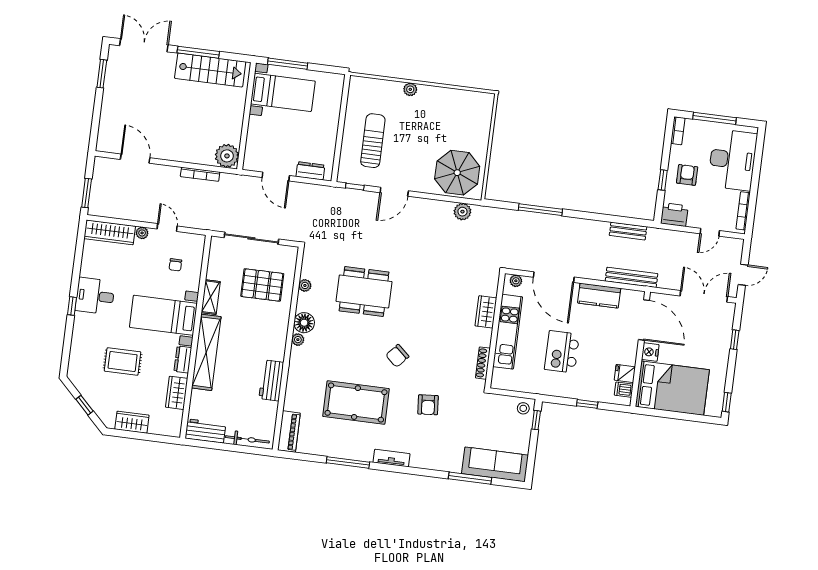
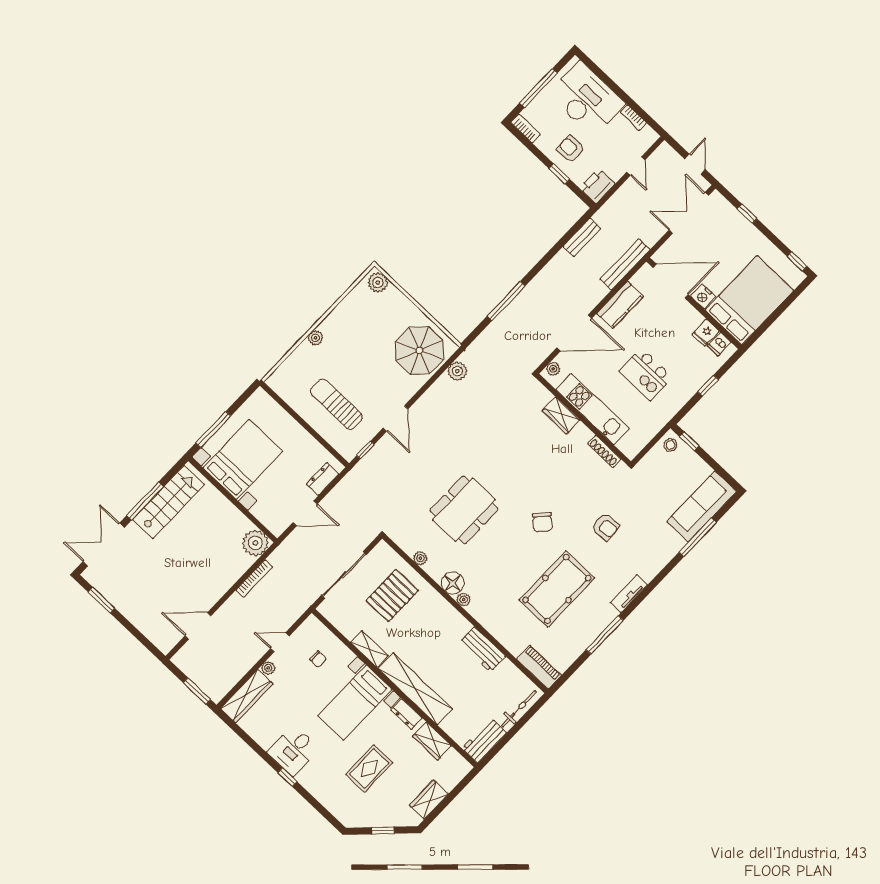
bed with nightstands: (283, 92) -> (243, 459), width x1.36
plant: (485, 105) -> (378, 282), added
bookcase: (743, 211) -> (633, 118), width x0.64

